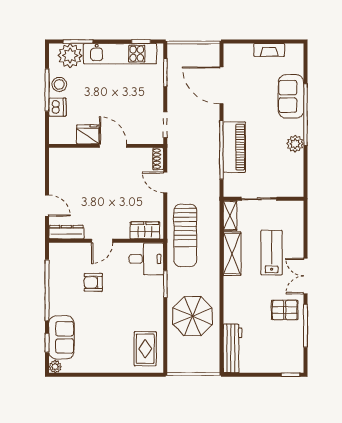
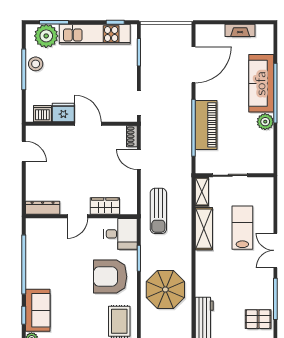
door: (221, 85) -> (193, 65), swing flipped
sofa: (291, 96) -> (261, 83), width x1.36
dishwasher: (57, 107) -> (42, 114), moved, turned -90
door: (47, 206) -> (24, 152), moved
wardrobe: (145, 230) -> (105, 206), moved
sun lounger: (185, 235) -> (158, 211), width x0.73, depth x0.75
armchair: (93, 282) -> (110, 277), moved, width x1.88, depth x1.88
pallet: (285, 310) -> (258, 319), moved

